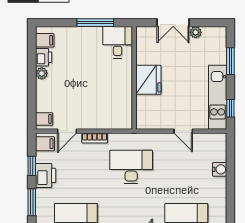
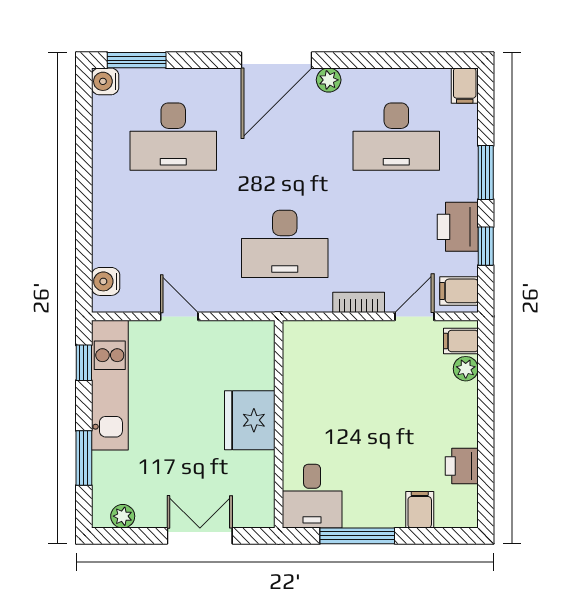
plant: (196, 32) -> (123, 516), moved
filing cabinet: (45, 40) -> (420, 510), moved, turned 90
plant: (42, 73) -> (466, 369), moved
water cooler: (220, 169) -> (106, 281), moved

